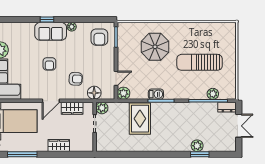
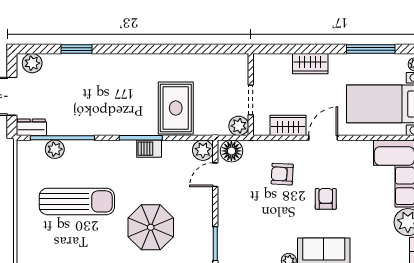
armchair: (99, 37) -> (243, 243), removed
floor lamp: (94, 93) -> (231, 151), moved
plant: (197, 146) -> (32, 63), moved

